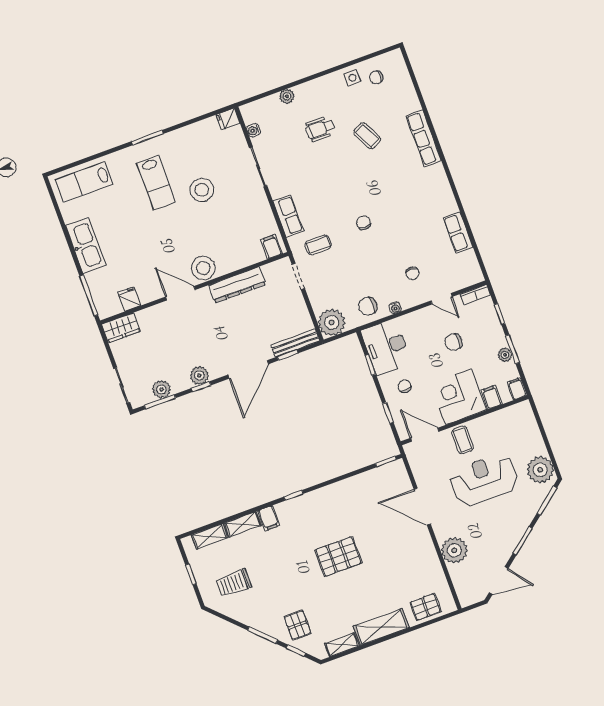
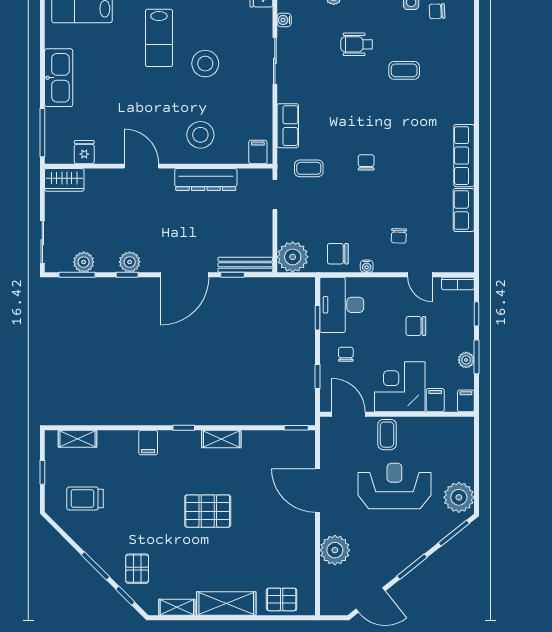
coffee table: (367, 136) -> (404, 70), turned -63
row of seats: (424, 138) -> (464, 156), moved
stool: (203, 268) -> (200, 135), moved
shelving: (243, 524) -> (221, 439), moved

